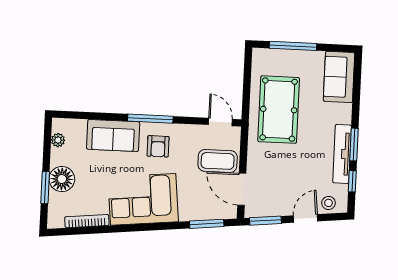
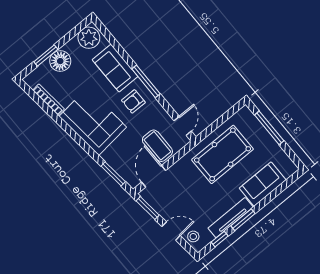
sofa: (339, 77) -> (263, 184), moved
plant: (58, 140) -> (89, 38), width x1.88, depth x1.88

